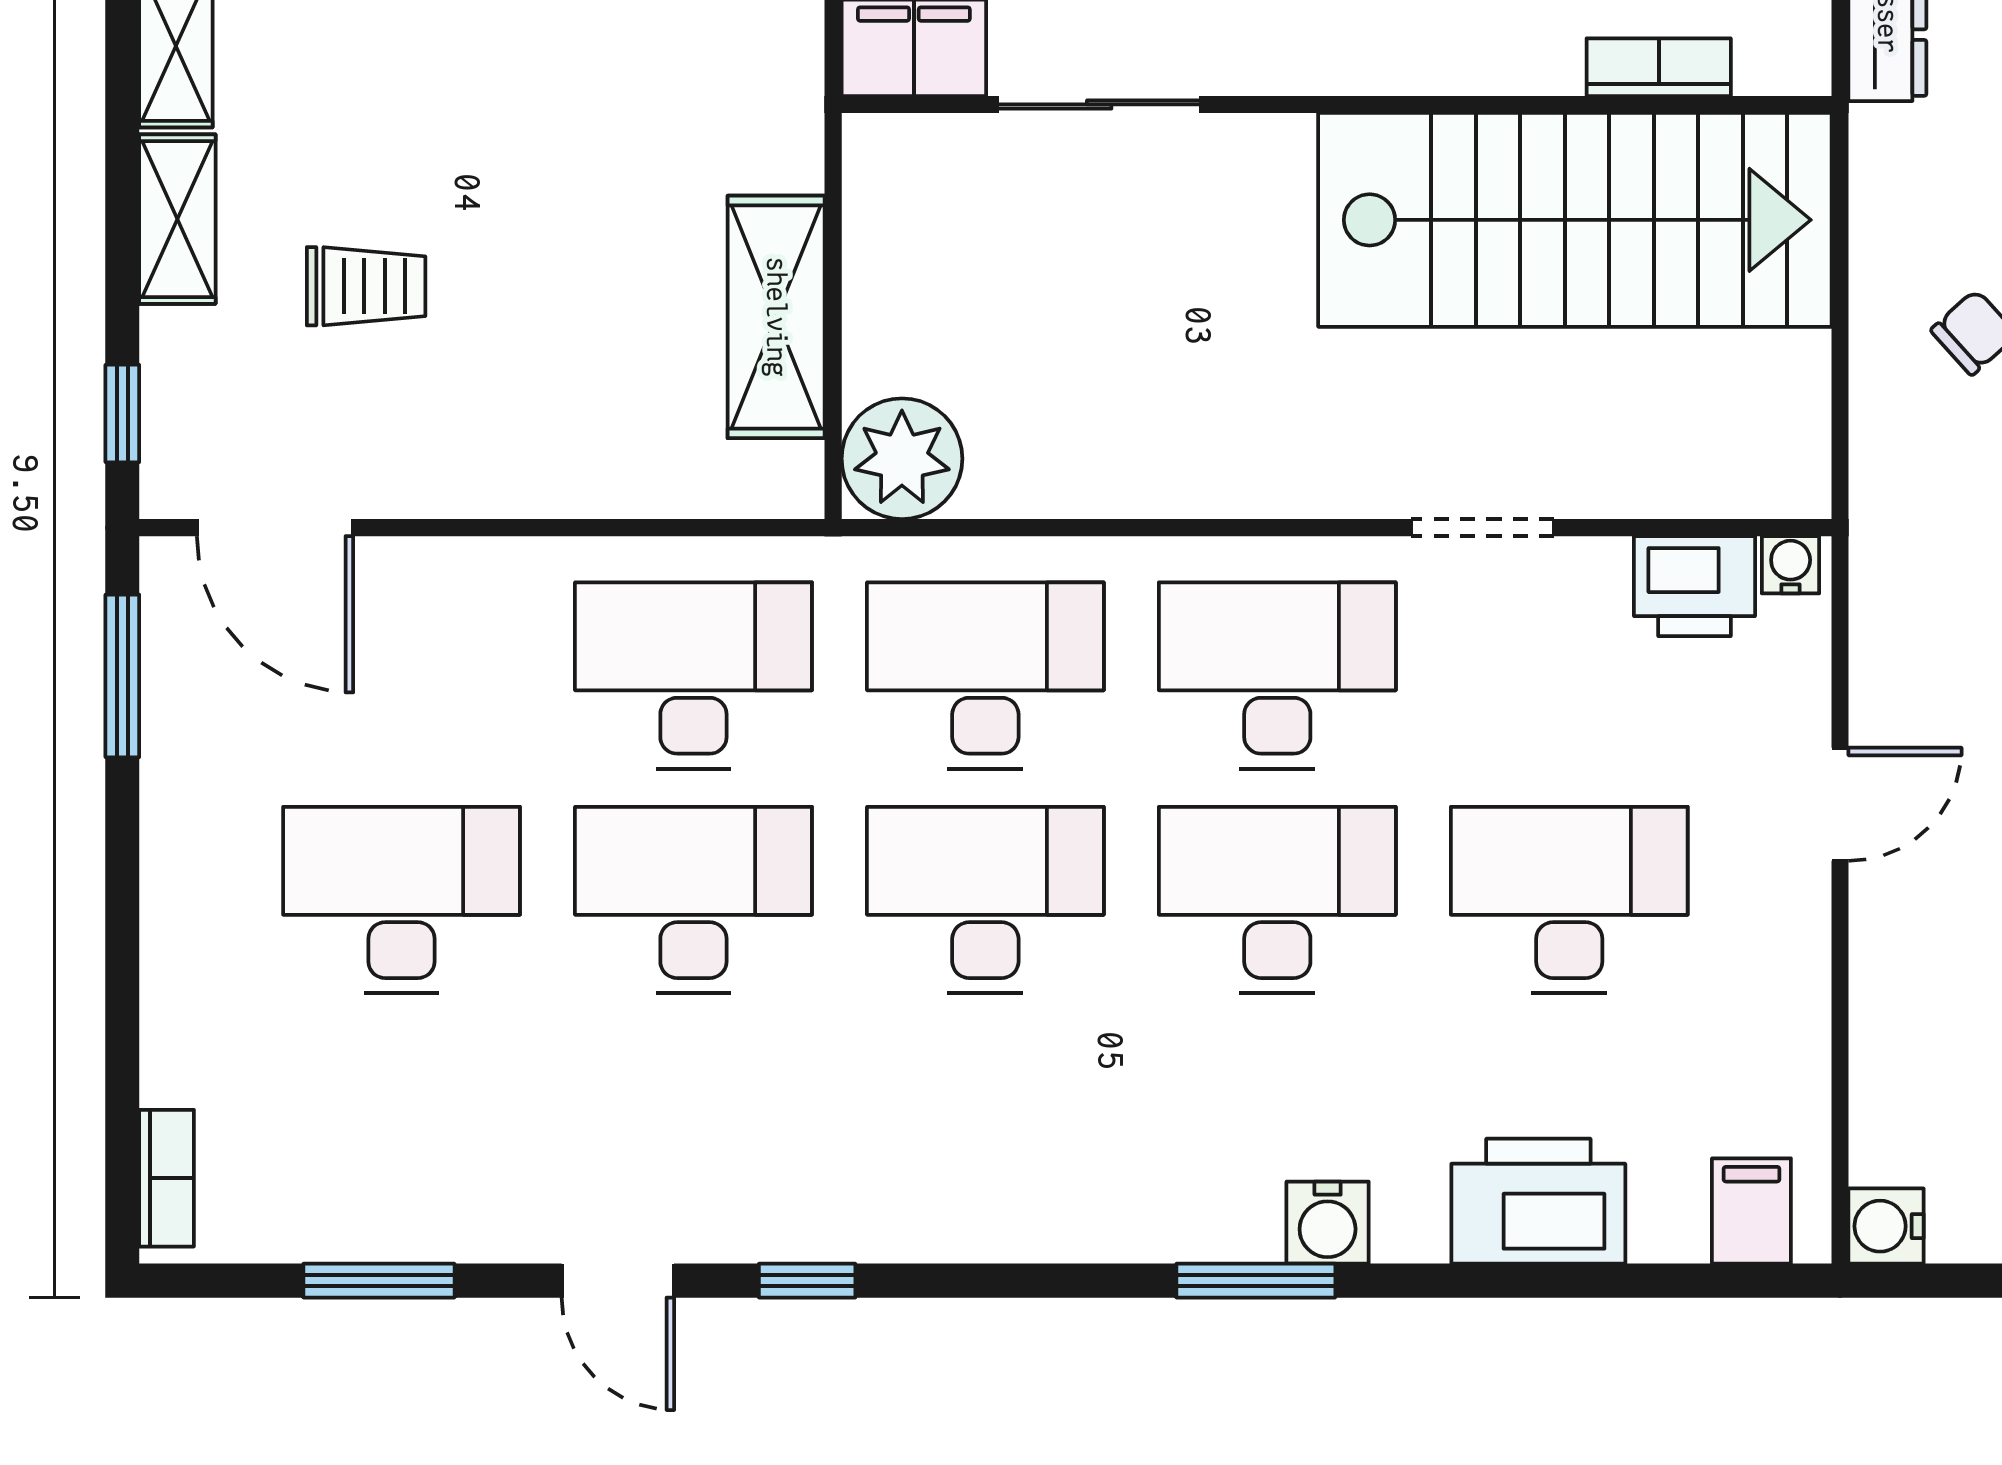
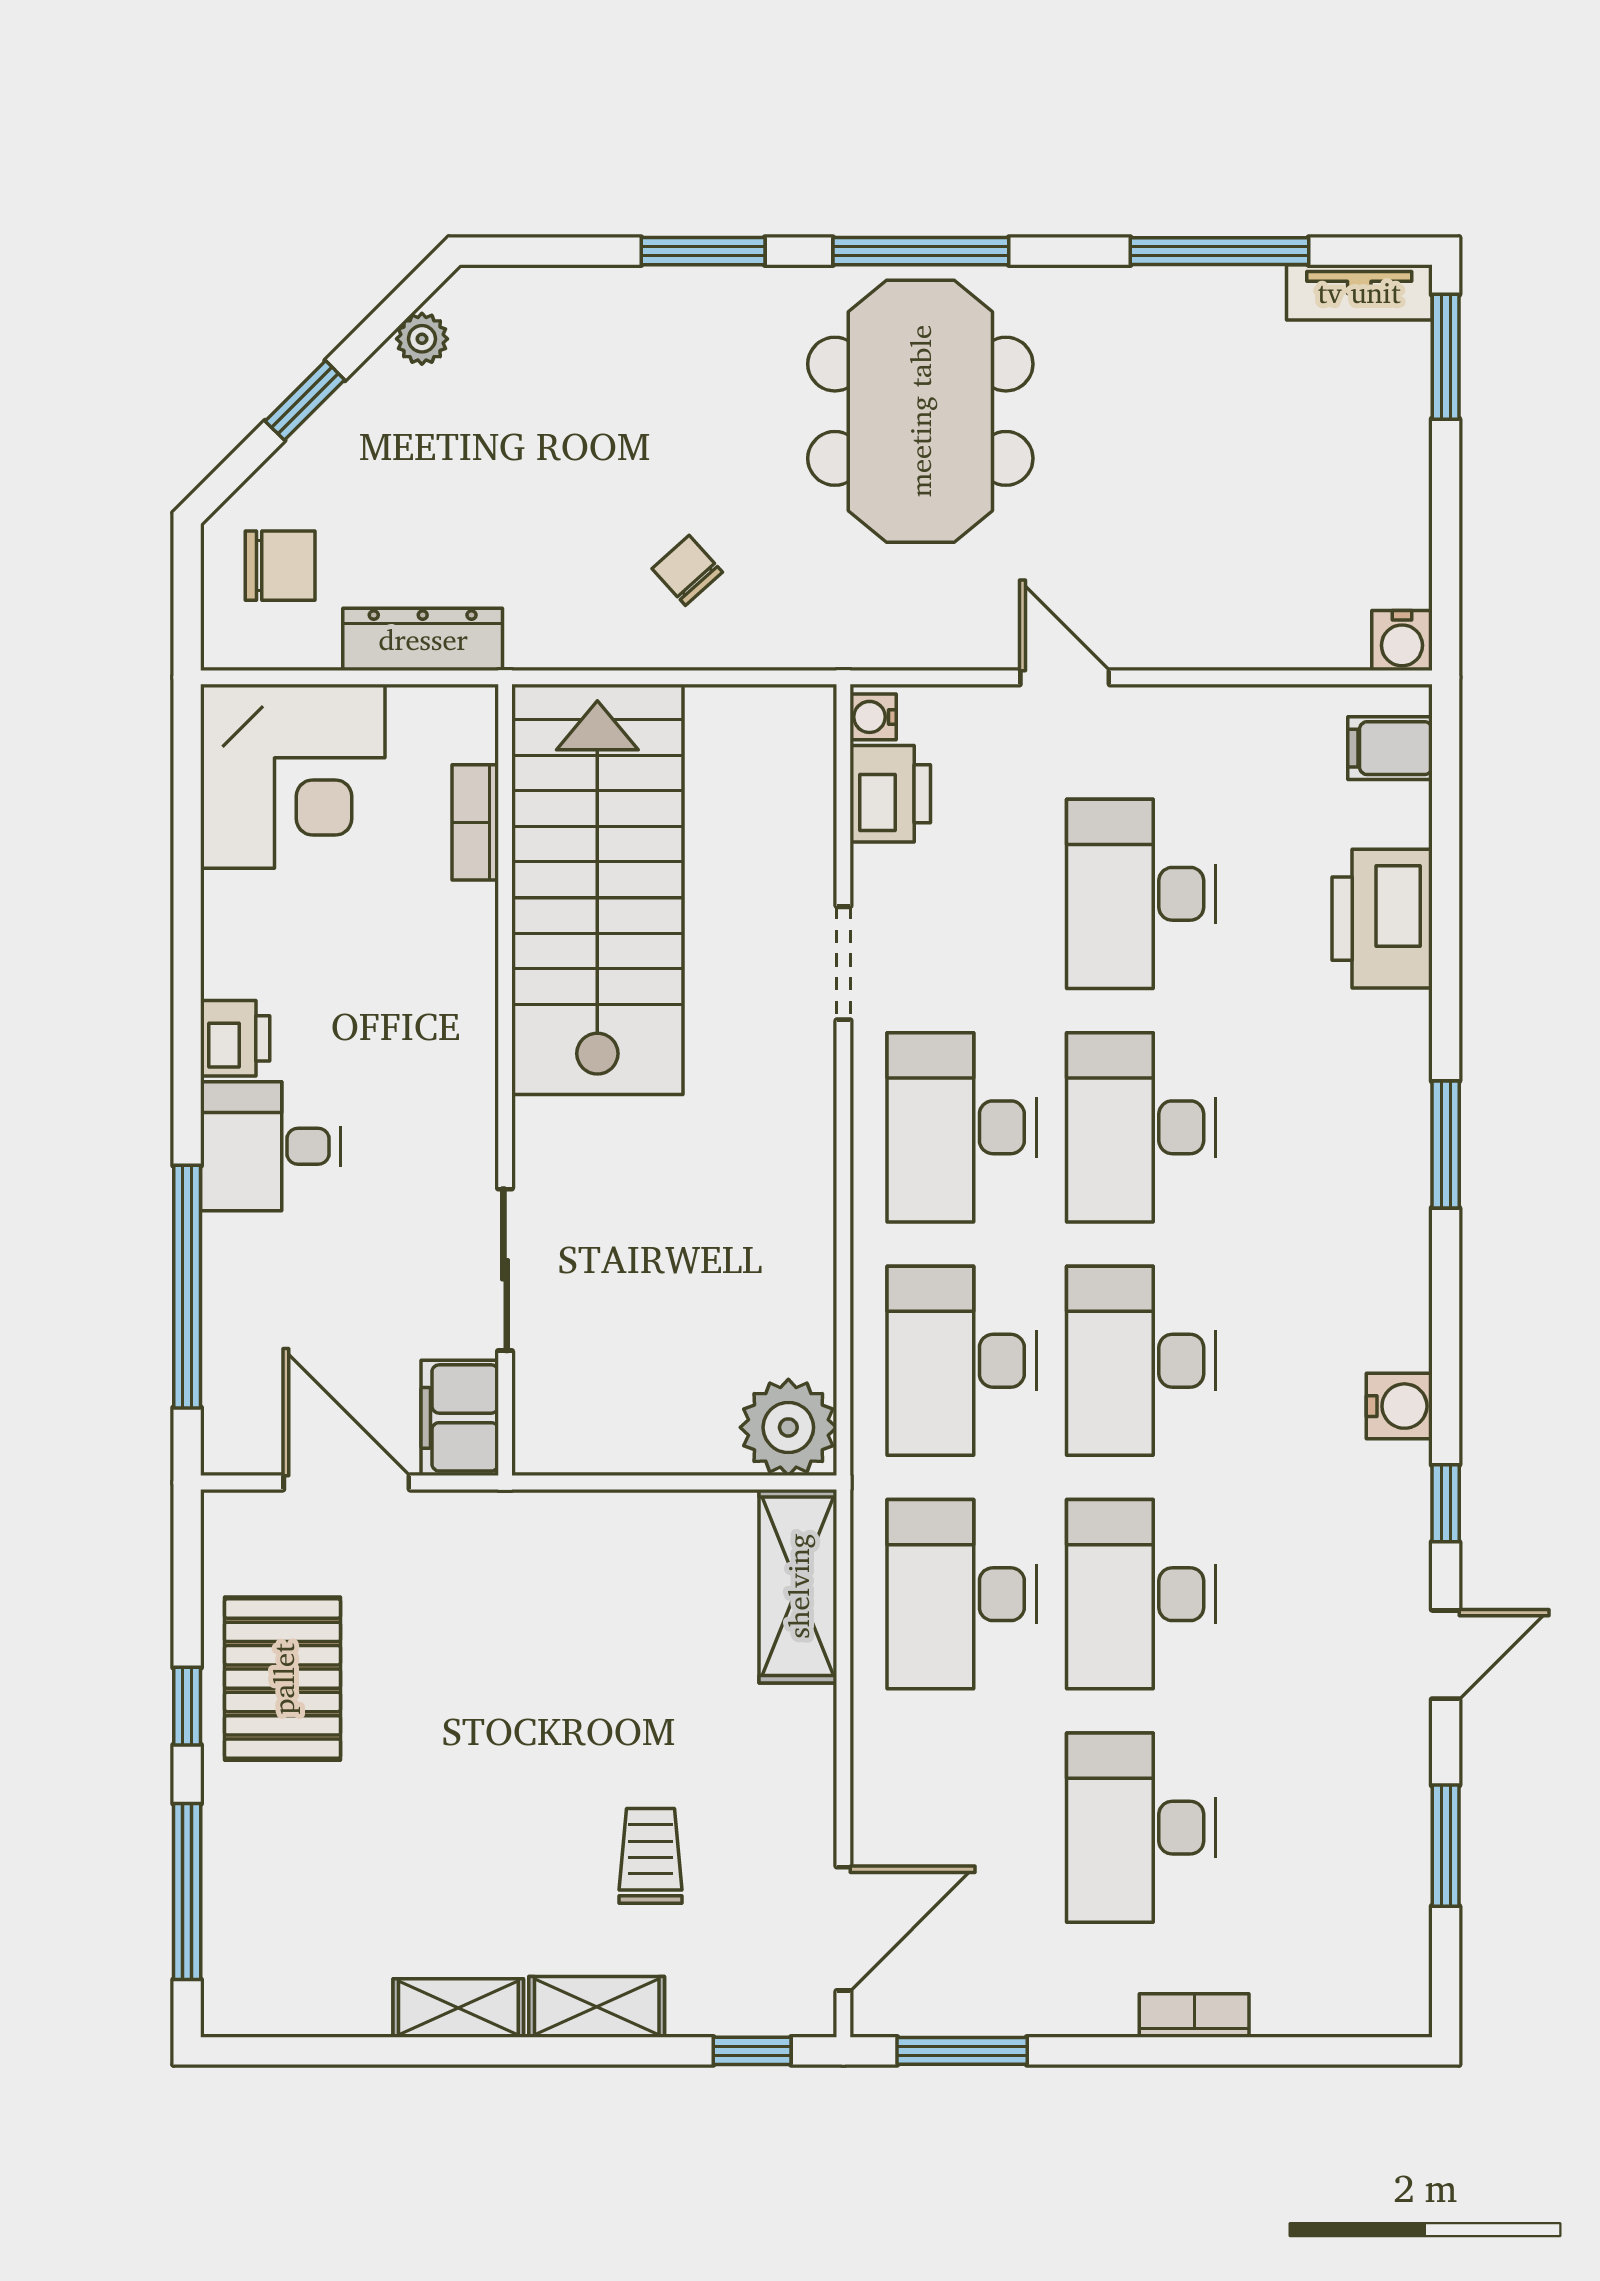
shelving: (776, 317) -> (798, 1586), moved, turned 90
bookcase: (167, 1178) -> (1194, 2015), moved
water cooler: (1328, 1223) -> (1399, 1406), moved

